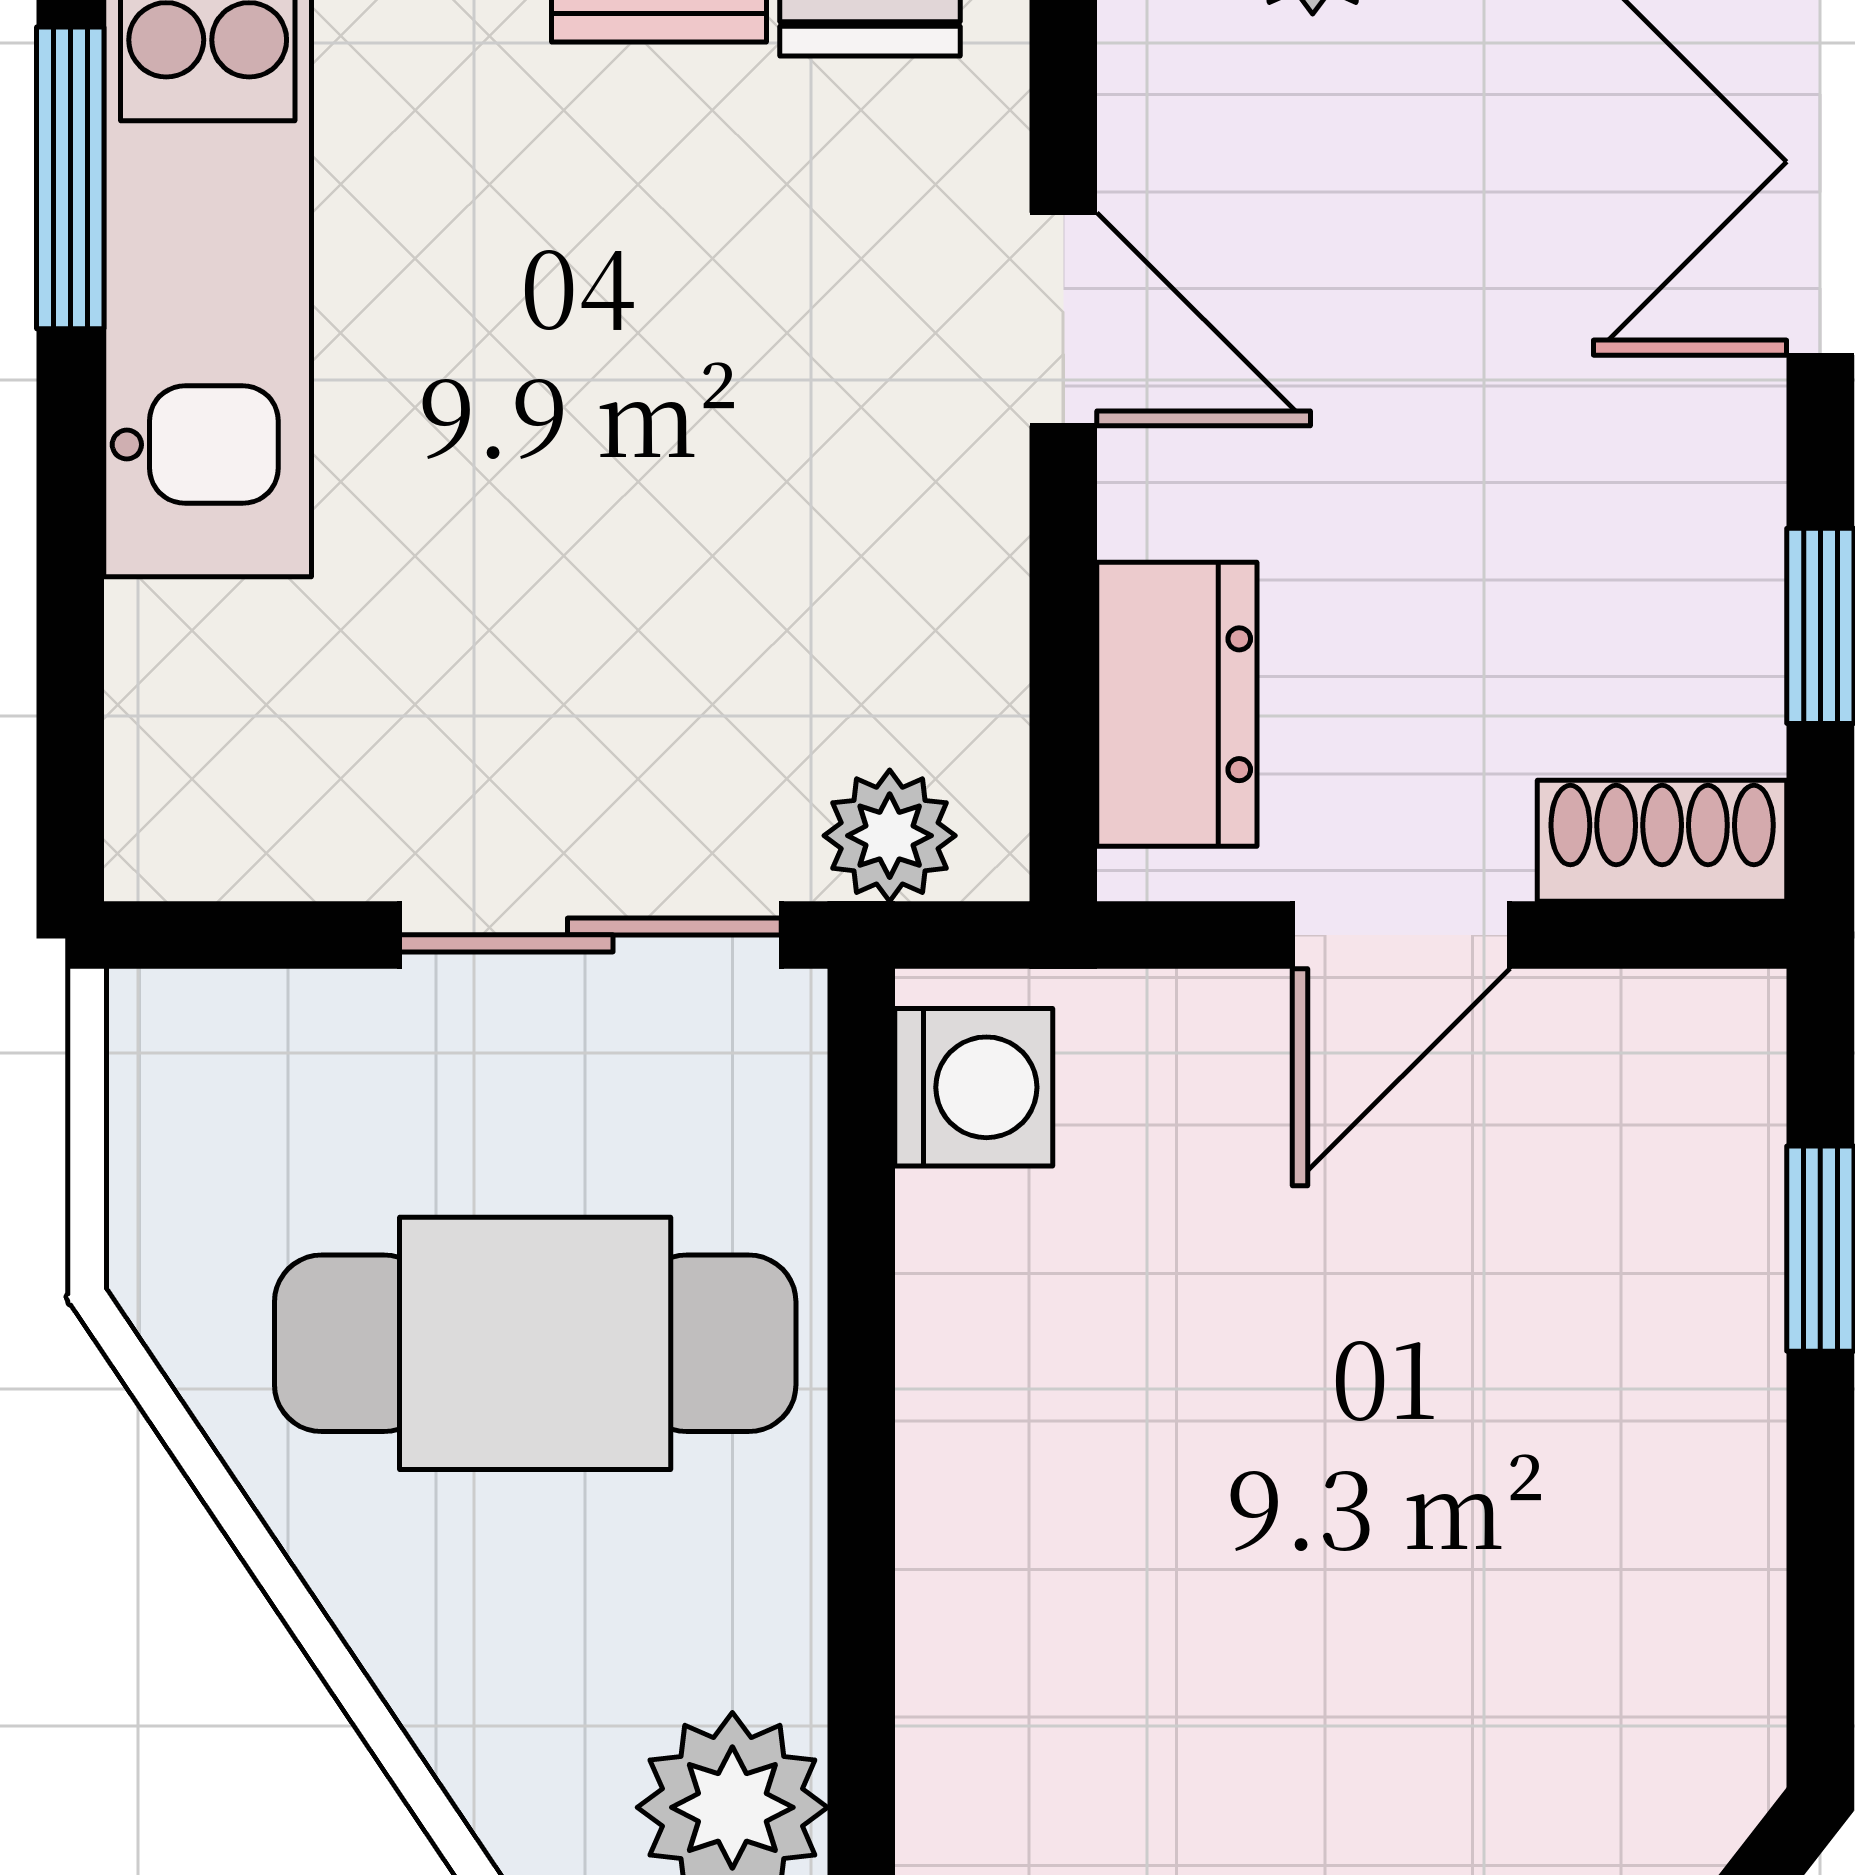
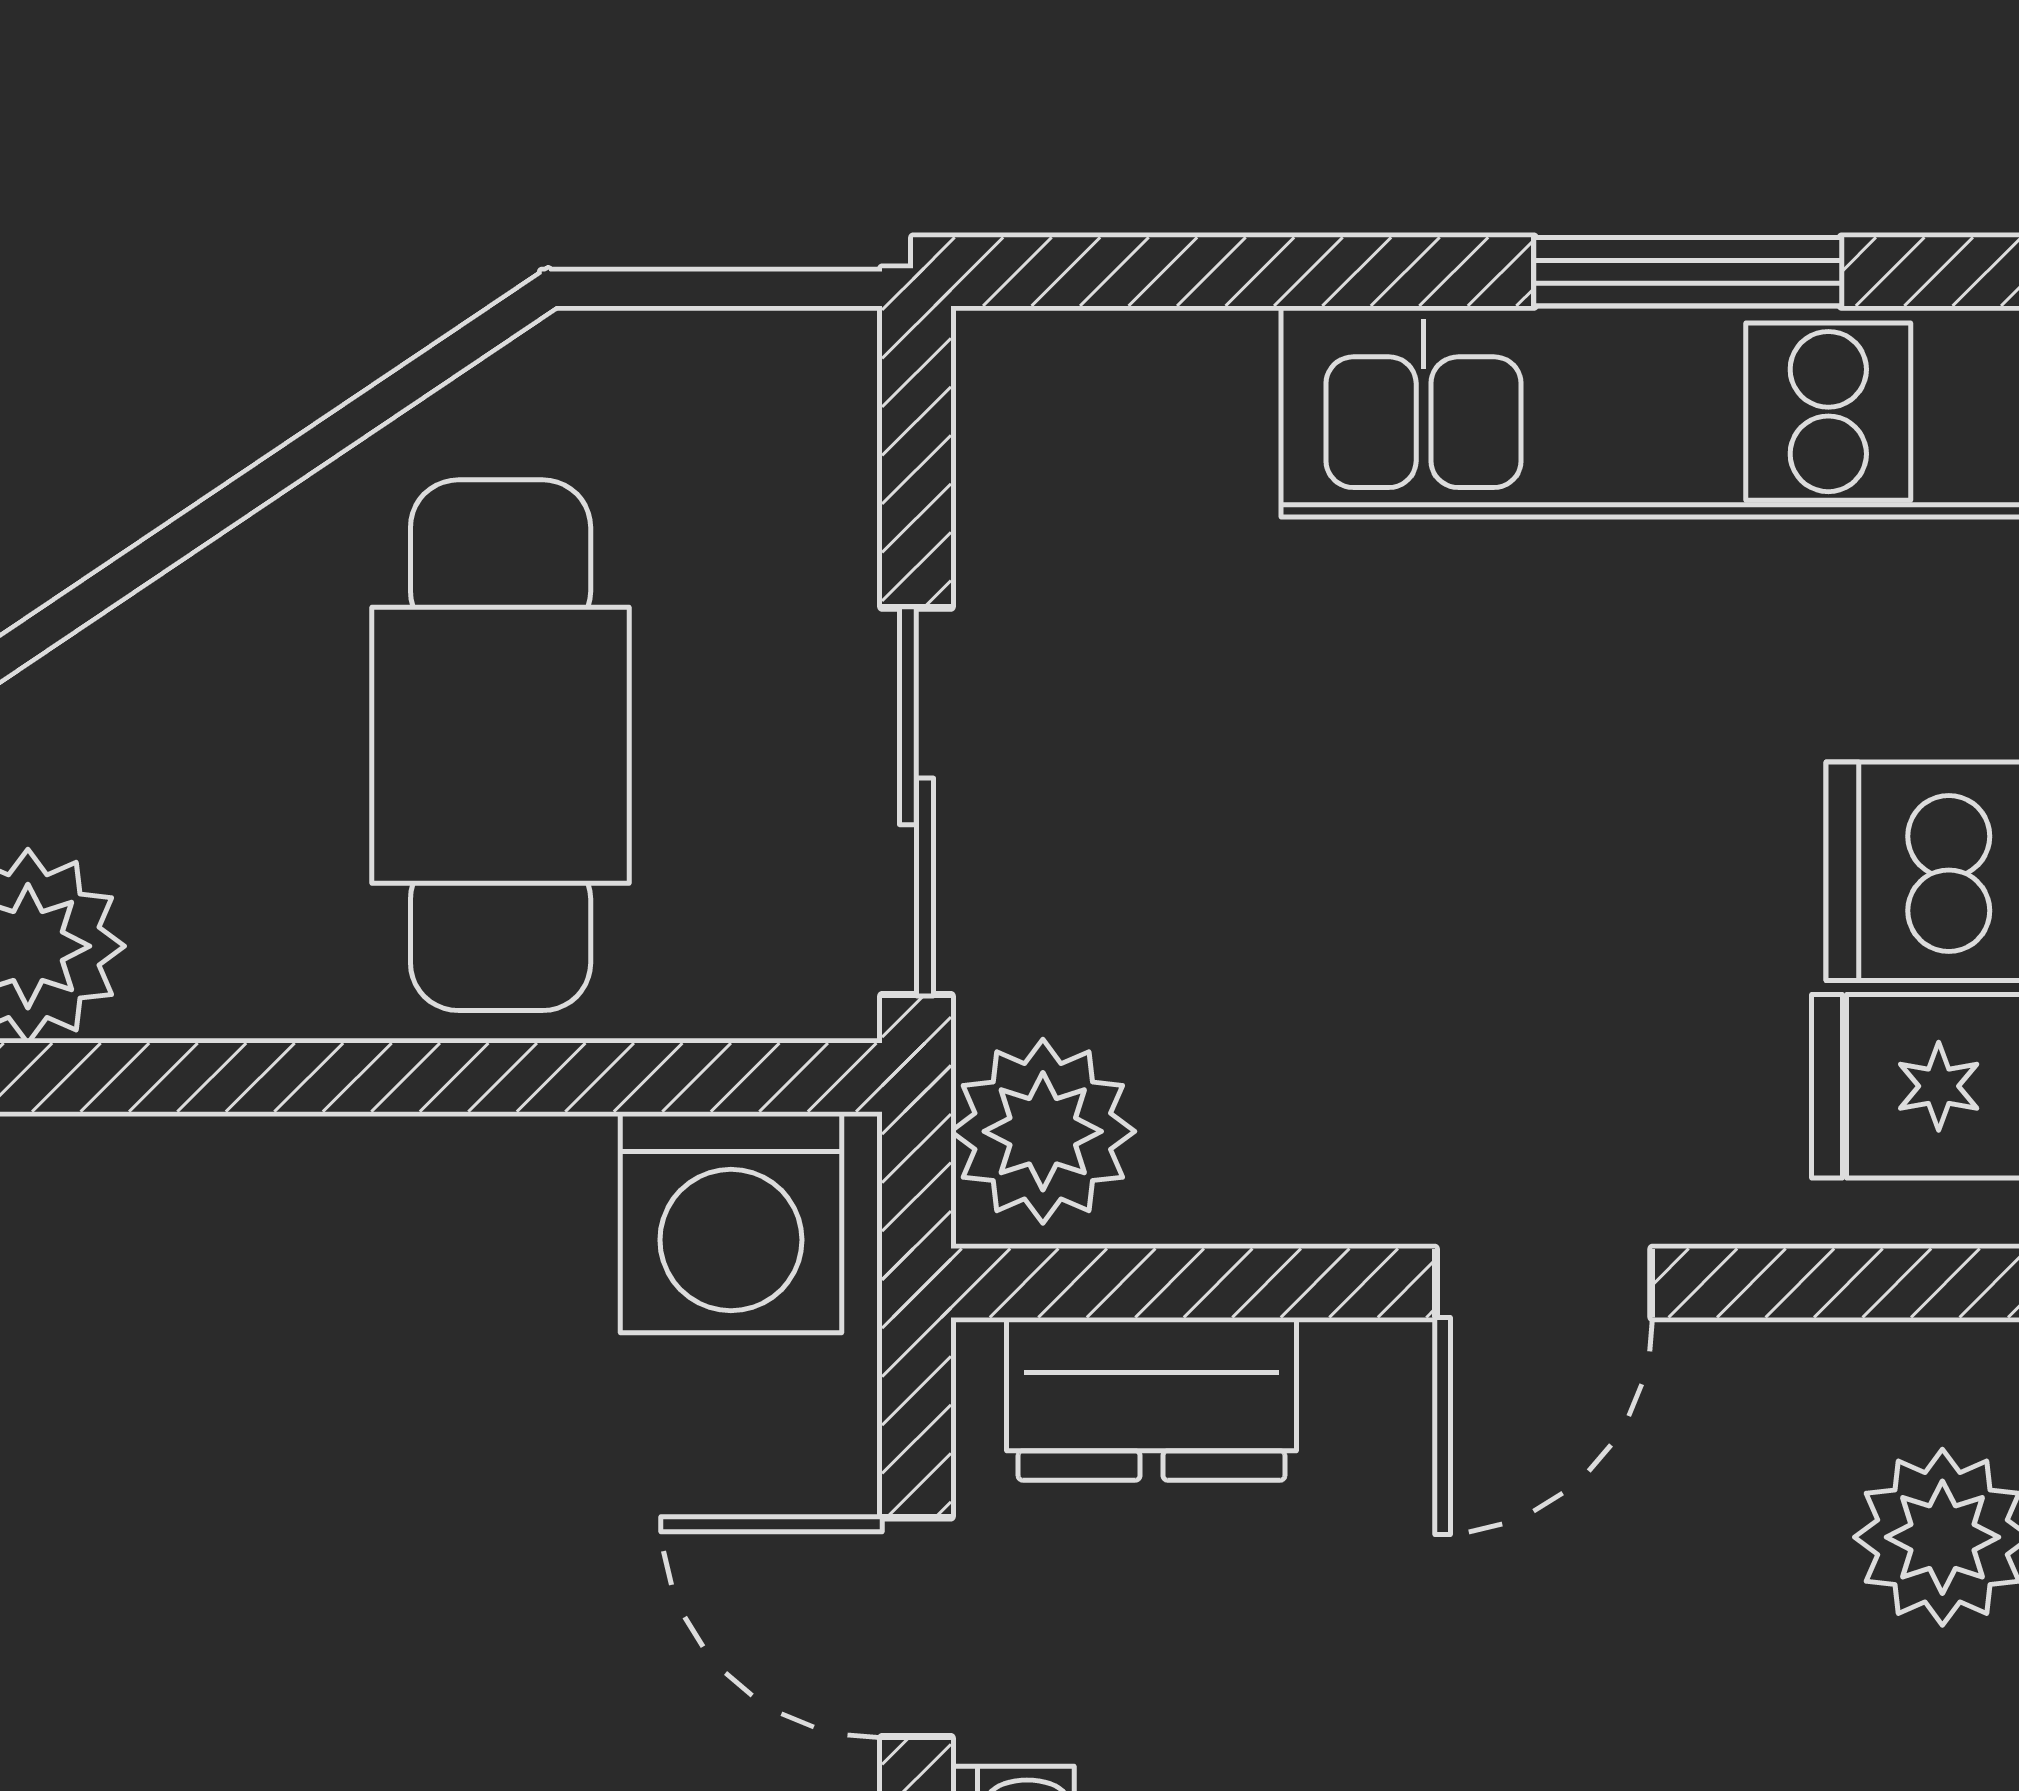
plant: (890, 836) -> (1043, 1131), width x1.38, depth x1.38
washing machine: (974, 1087) -> (731, 1222), width x1.38, depth x1.38

